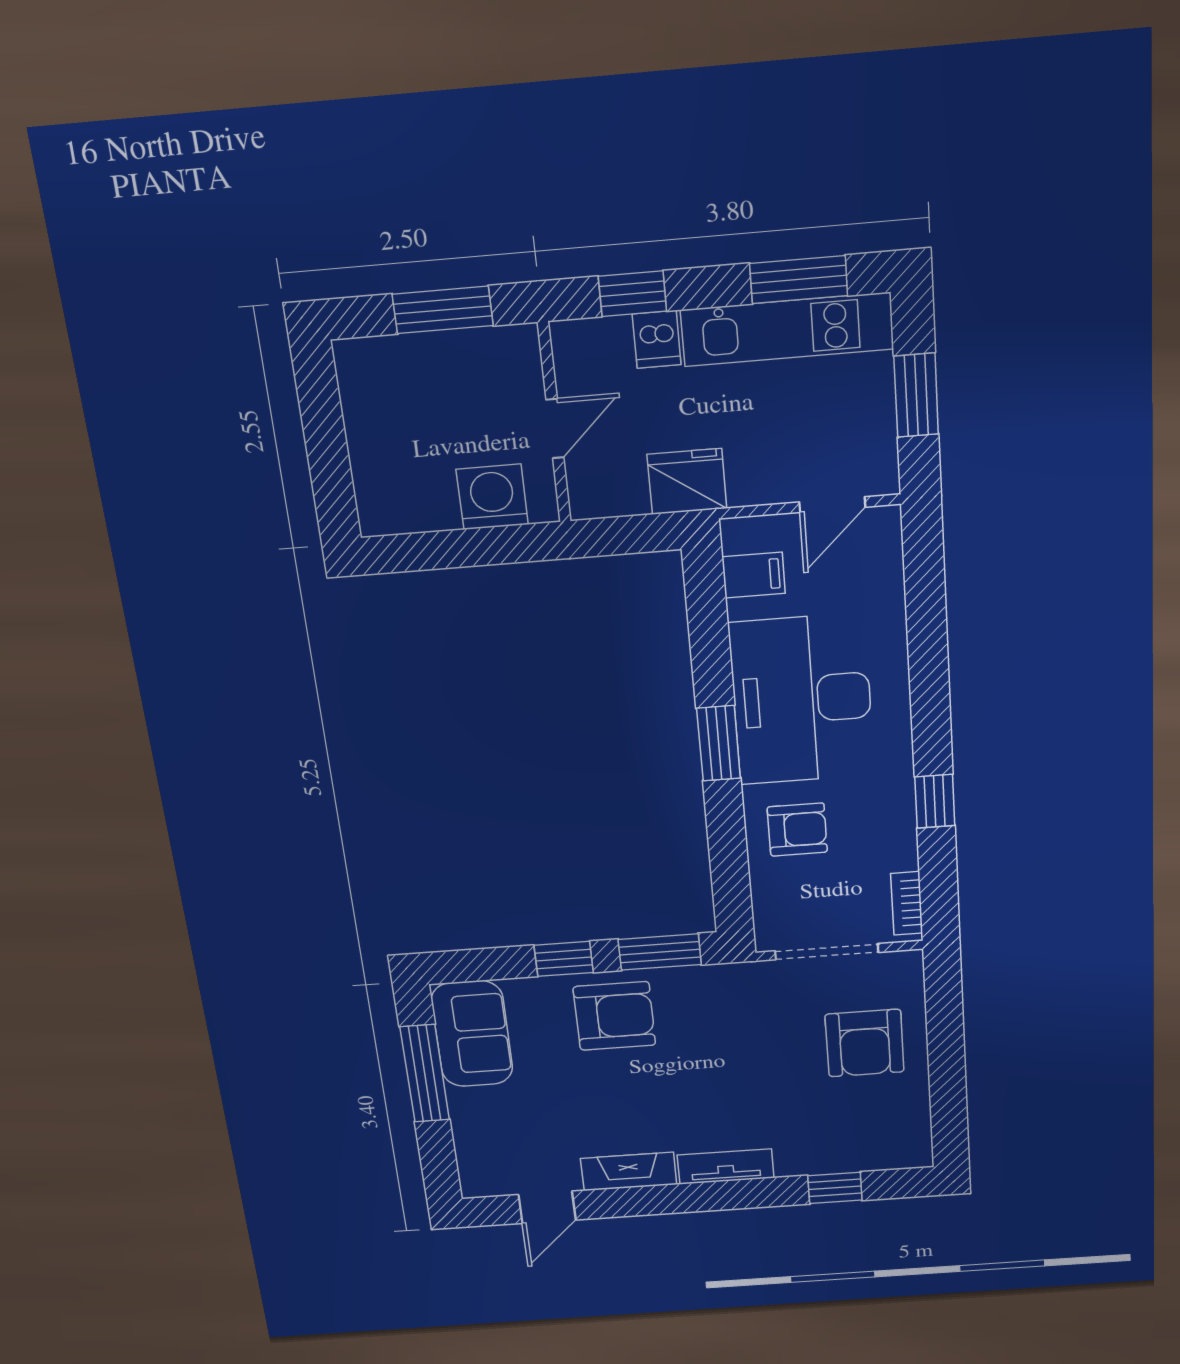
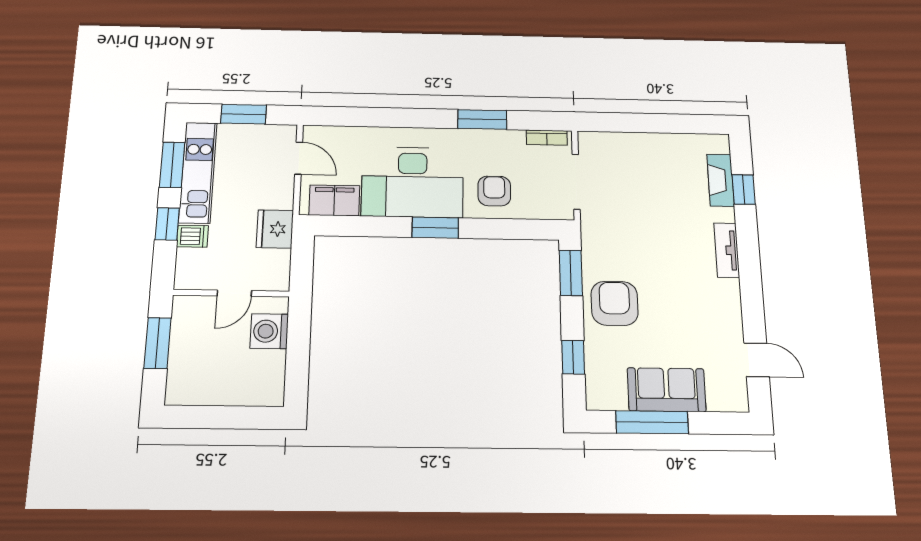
window: (632, 294) -> (167, 224), moved
door: (555, 429) -> (234, 293), swing flipped
filing cabinet: (754, 575) -> (334, 200), width x2.00
window: (935, 801) -> (482, 119), width x1.50
window: (564, 959) -> (573, 357), moved
sofa: (472, 1034) -> (667, 390), moved
armchair: (865, 1043) -> (640, 166), removed
fireplace: (629, 1171) -> (721, 180), moved

